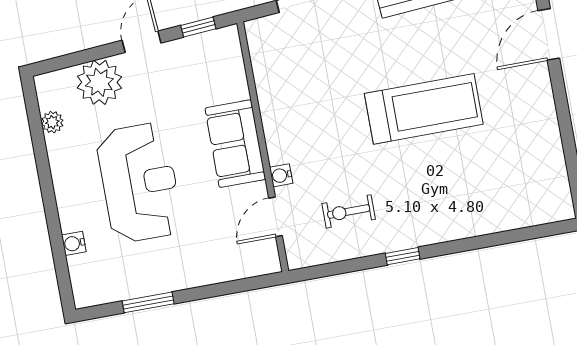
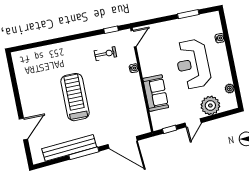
treadmill: (424, 109) -> (75, 97), turned 90
sofa: (235, 144) -> (156, 93), moved
door: (275, 217) -> (133, 39), moved
window: (403, 256) -> (111, 30), moved

